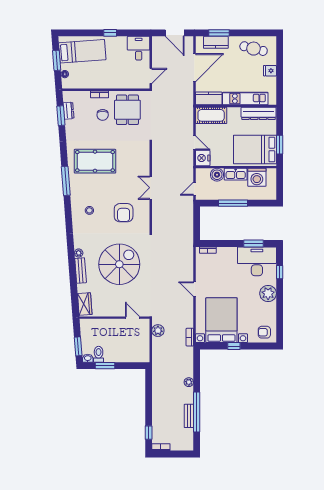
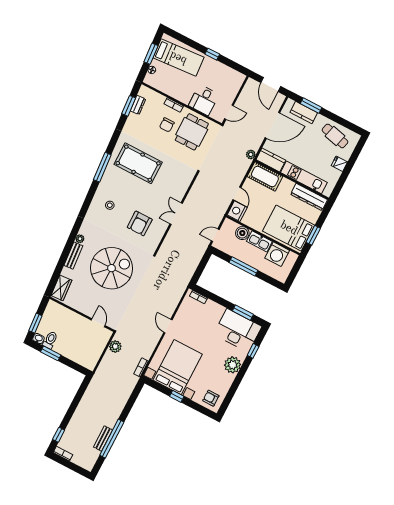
desk: (139, 48) -> (204, 100), moved, turned 180
plant: (189, 382) -> (251, 154), moved

